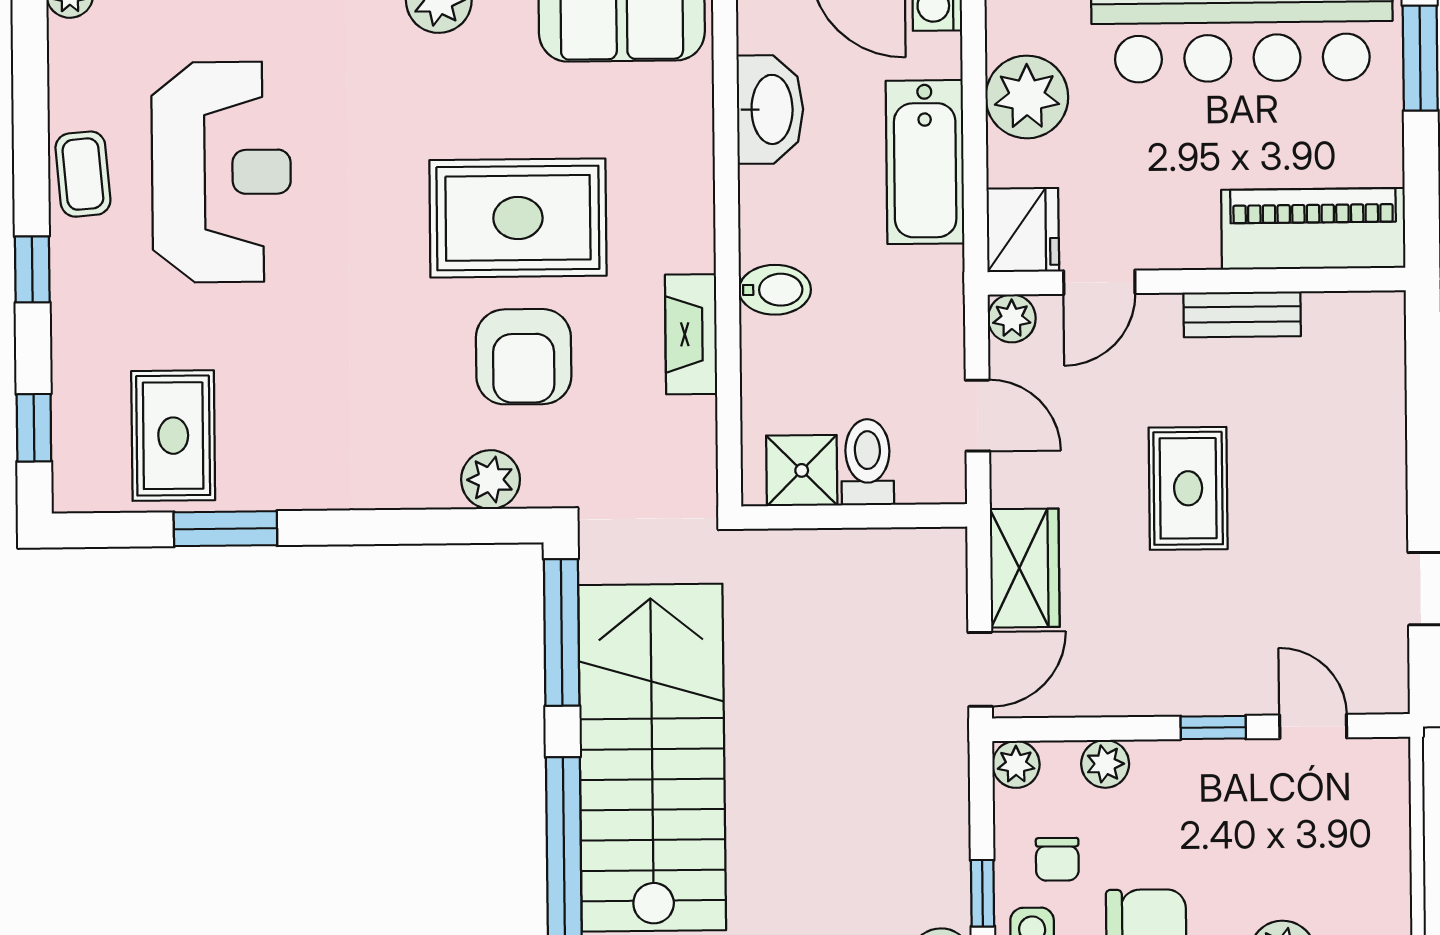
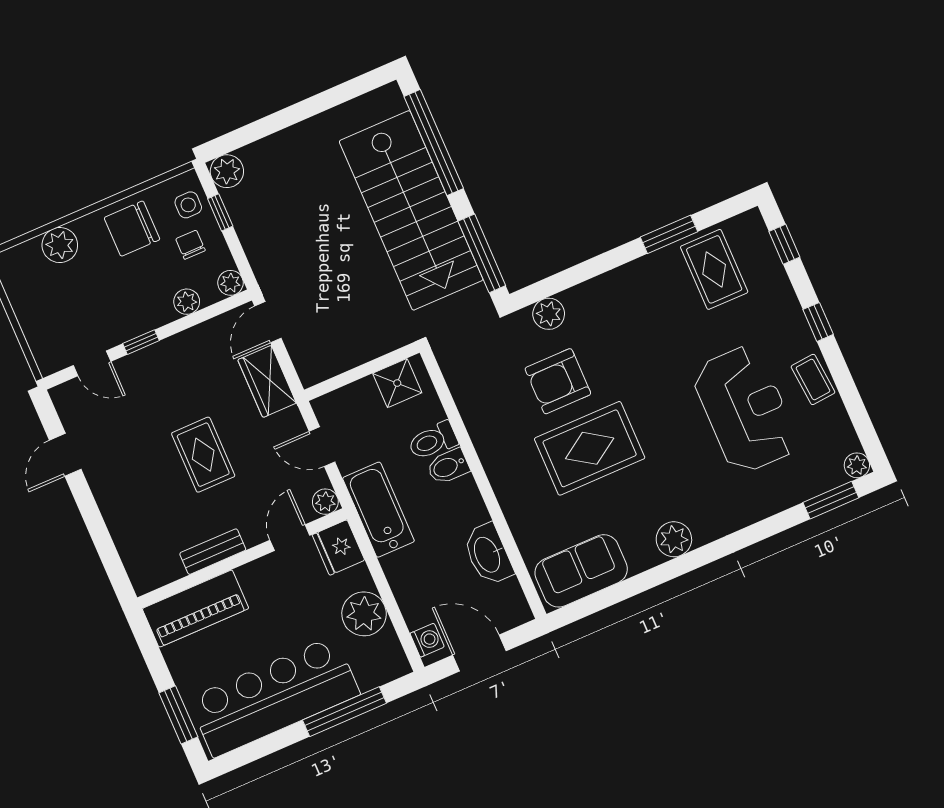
bathtub: (925, 162) -> (378, 510), moved
reception desk: (221, 172) -> (745, 409), turned 180
fireplace: (691, 334) -> (480, 427), removed
armchair: (524, 357) -> (558, 381), turned -90
toilet: (868, 462) -> (433, 441), moved, turned 90

